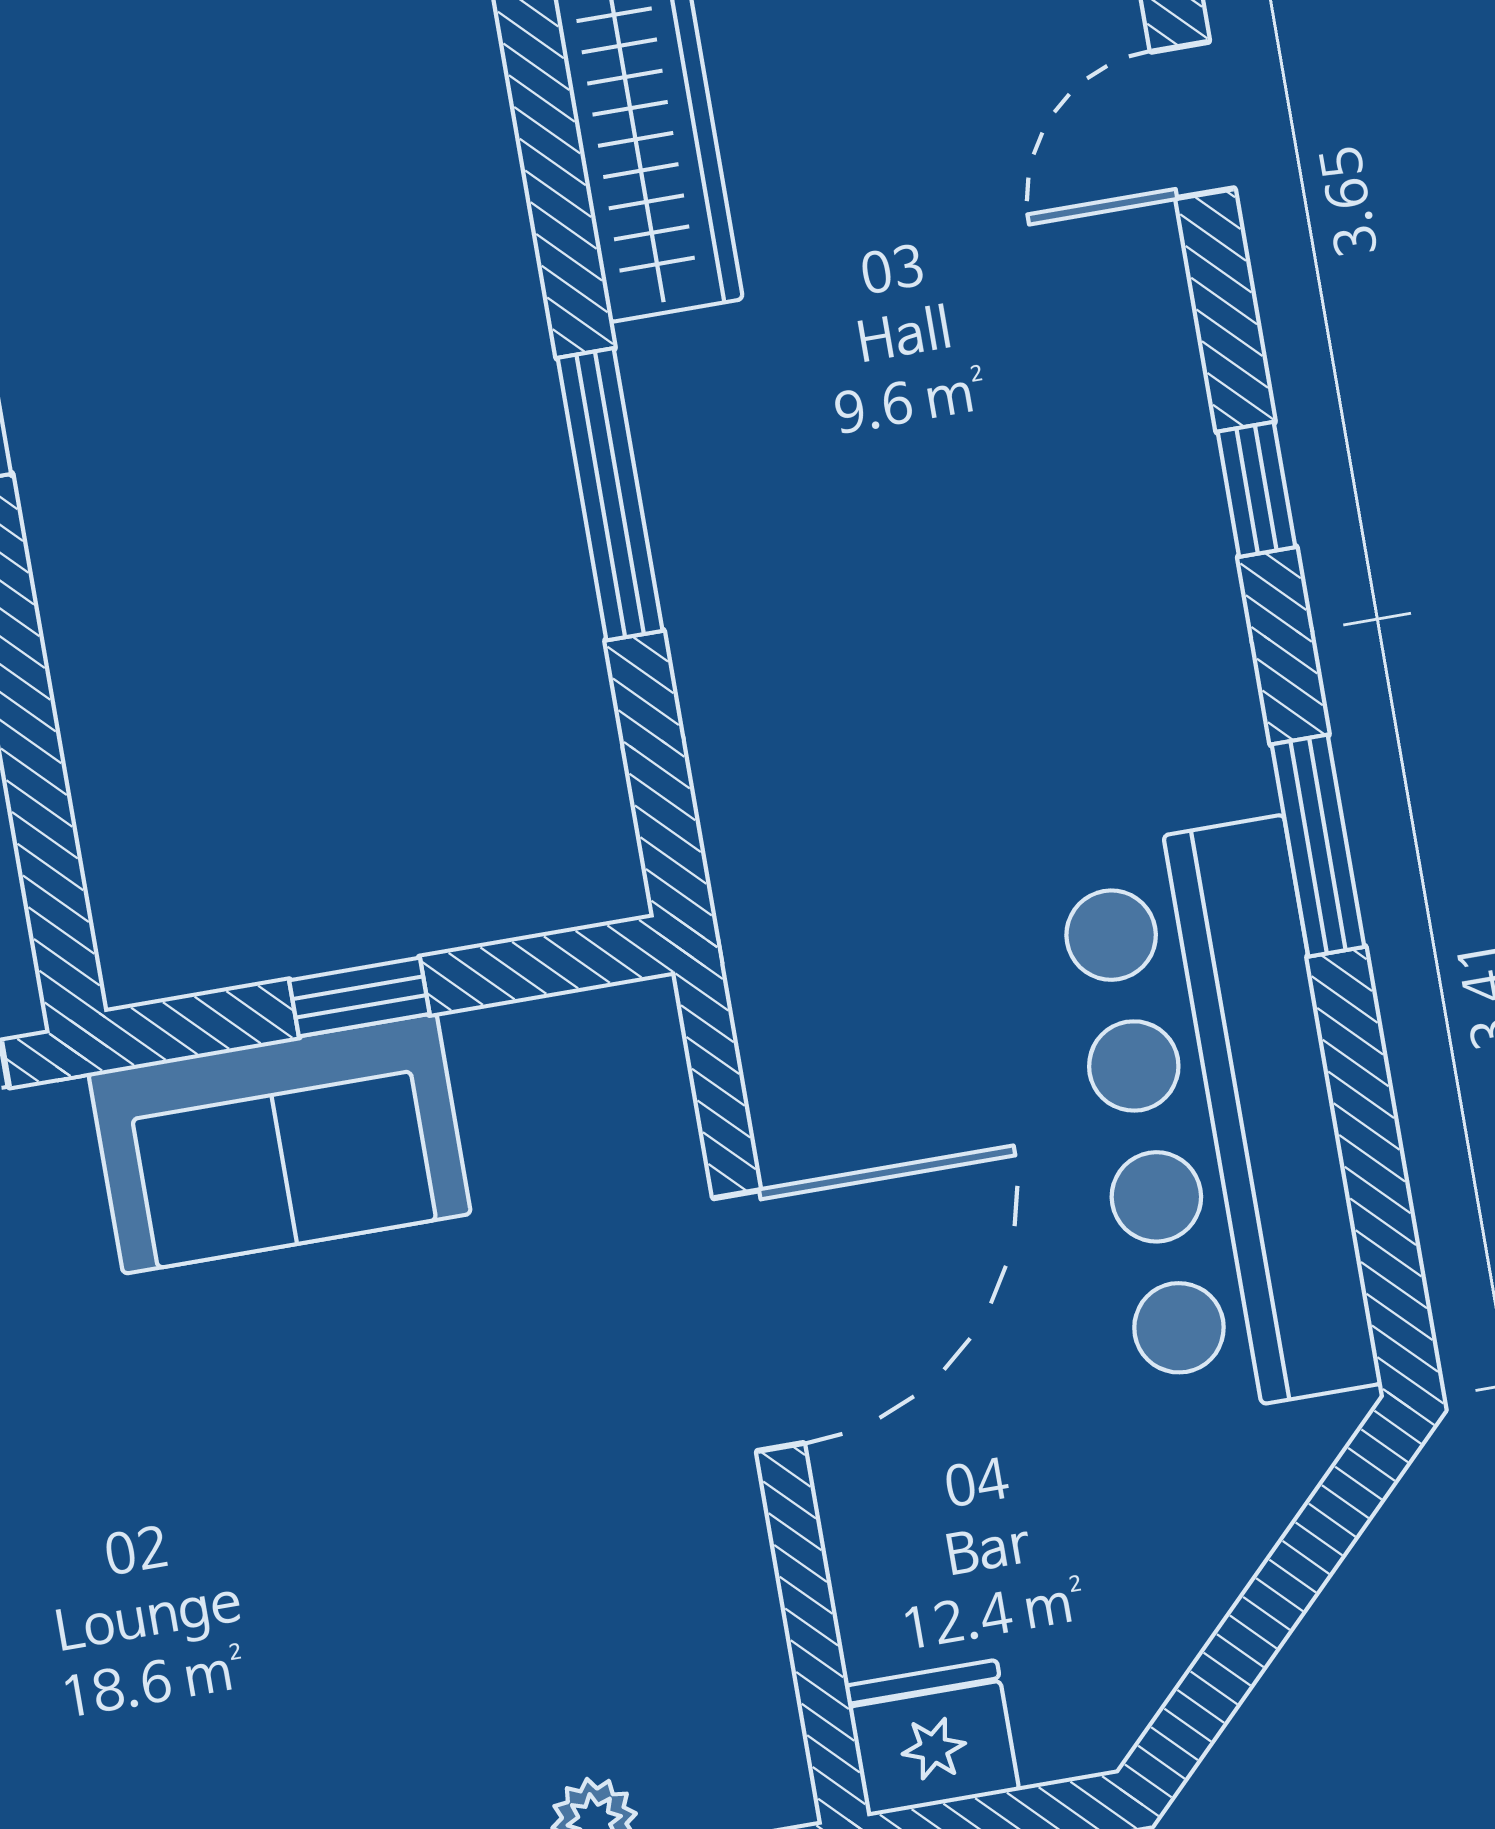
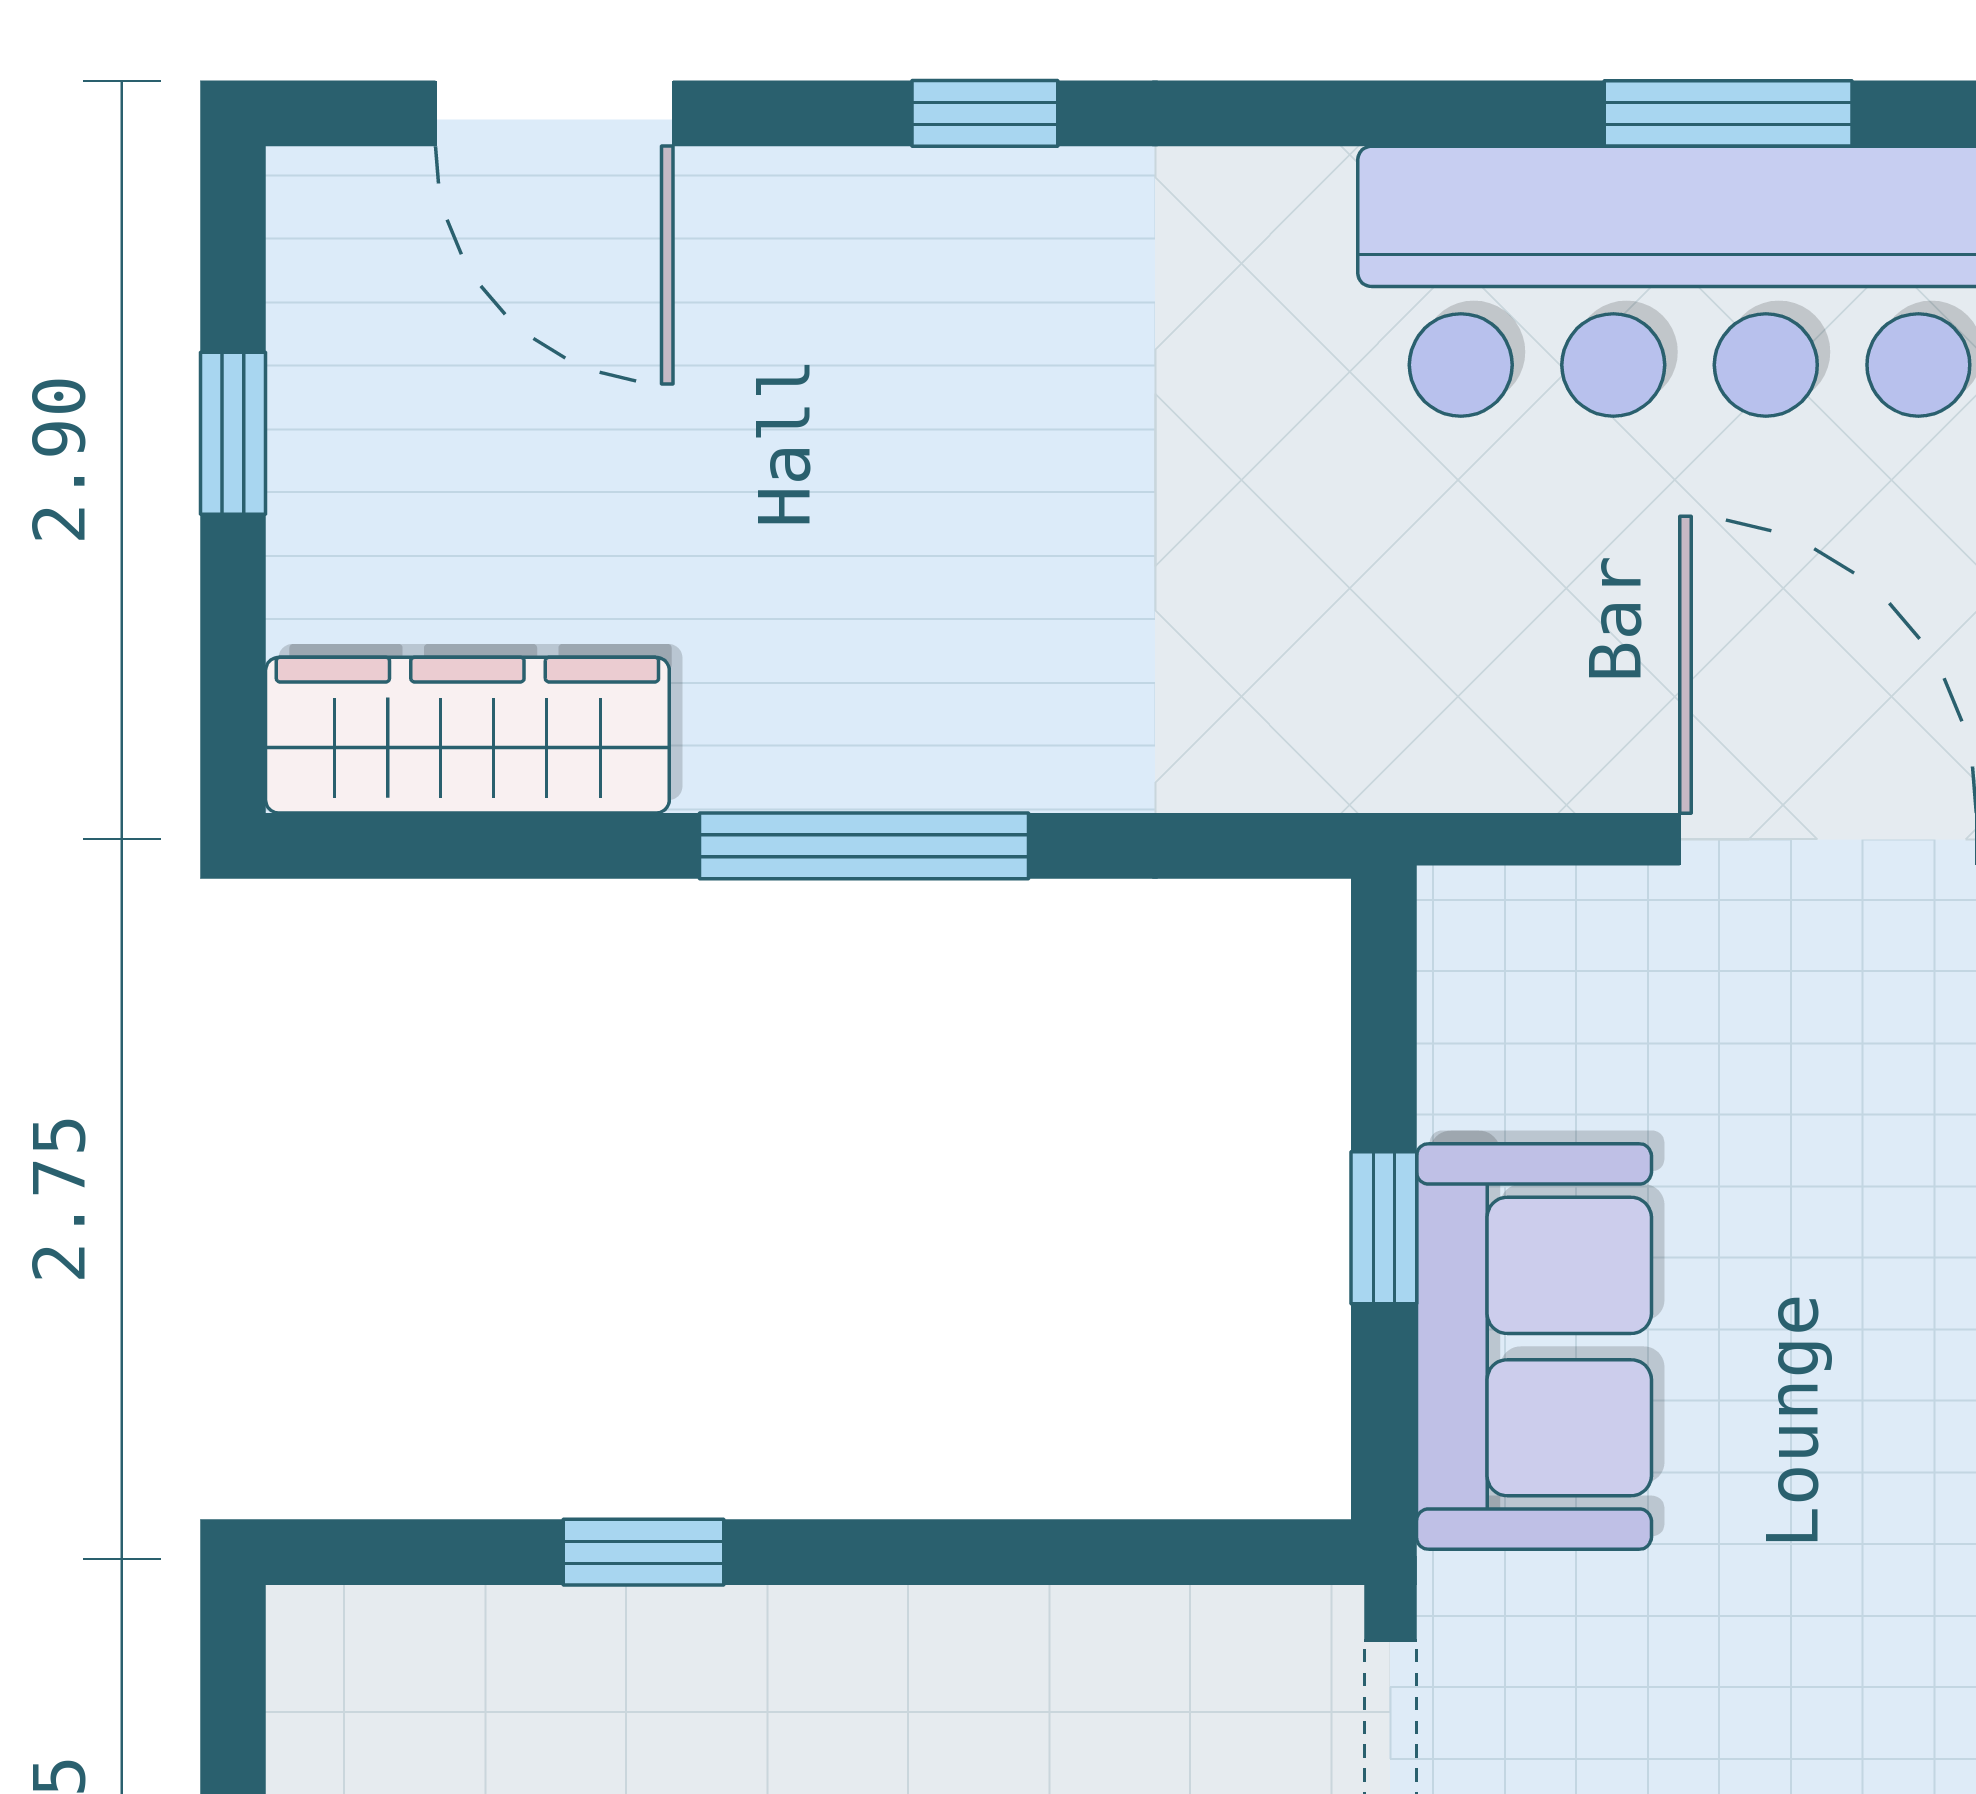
door: (1193, 120) -> (554, 113), width x1.38
window: (1318, 846) -> (1728, 113), moved

